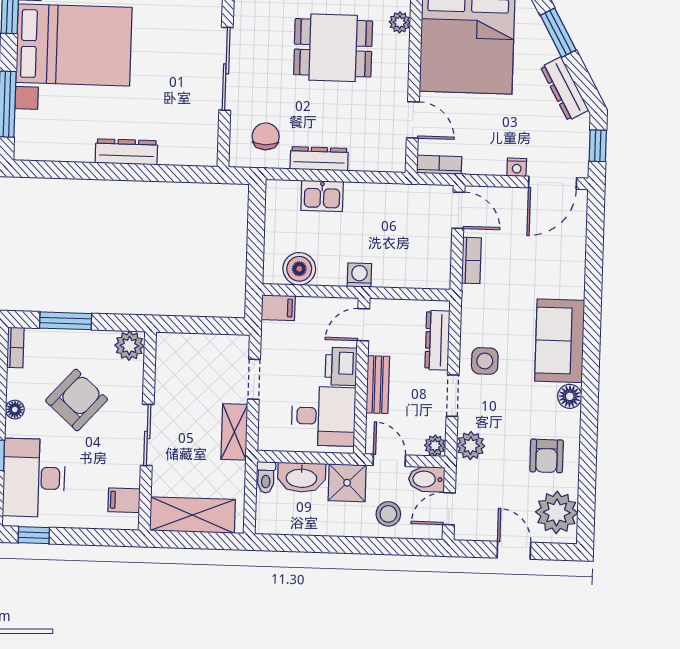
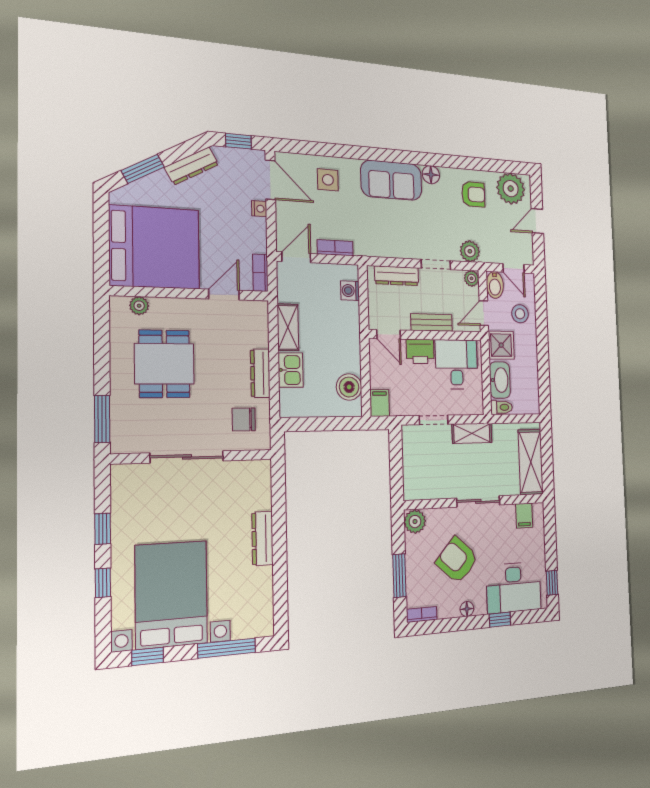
shelving: (373, 195) -> (288, 327), added
washing machine: (359, 275) -> (350, 291), moved
side table: (485, 361) -> (328, 180), moved

